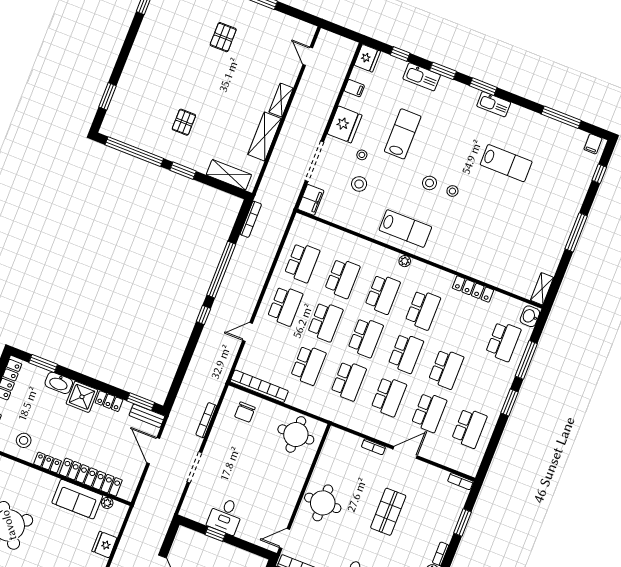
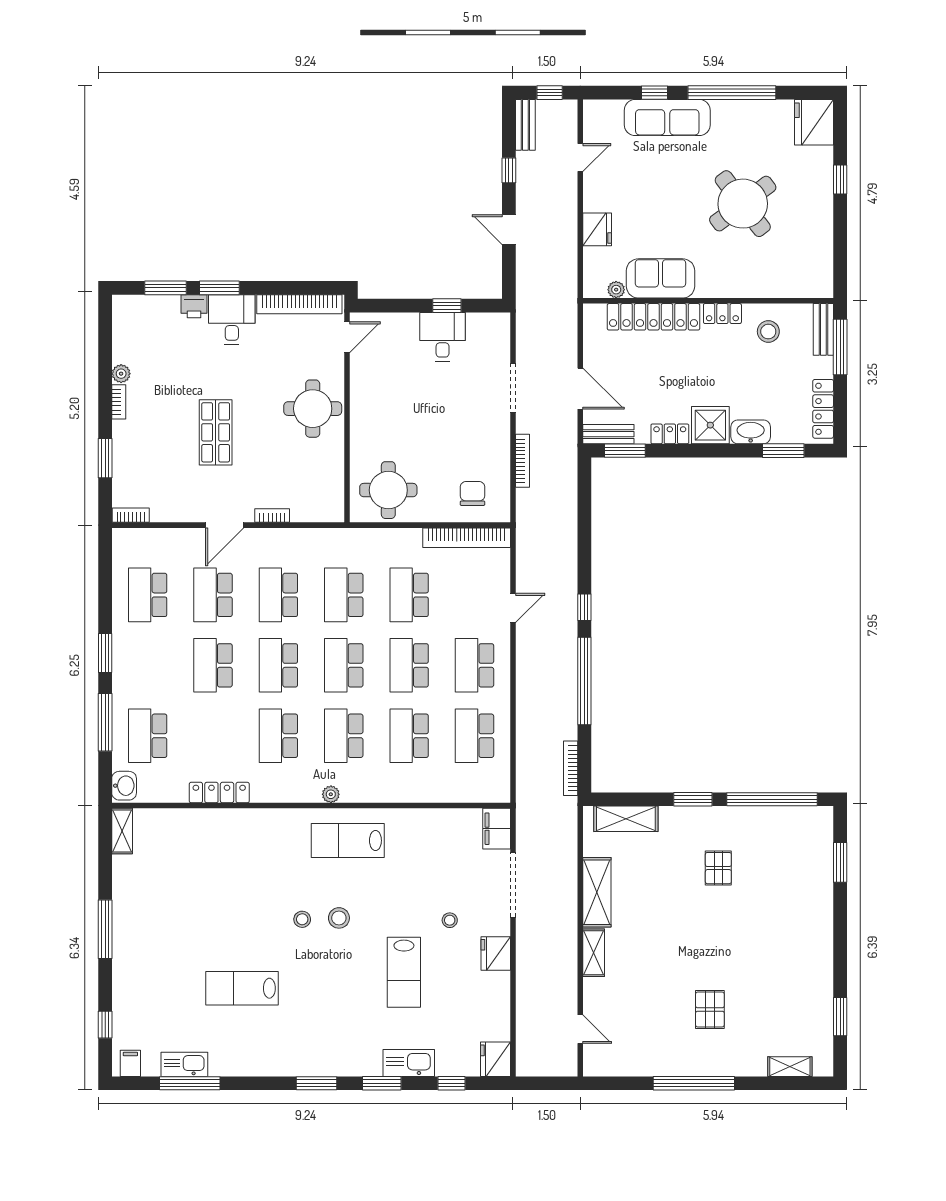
filing cabinet: (354, 88) -> (497, 1010), removed
kitchen sink: (494, 104) -> (184, 1064), moved
fridge: (345, 124) -> (496, 953), width x0.73, depth x0.75
stool: (359, 184) -> (438, 878), removed

